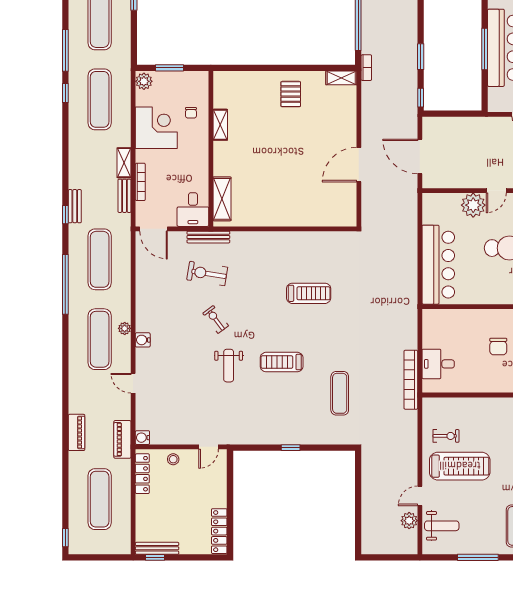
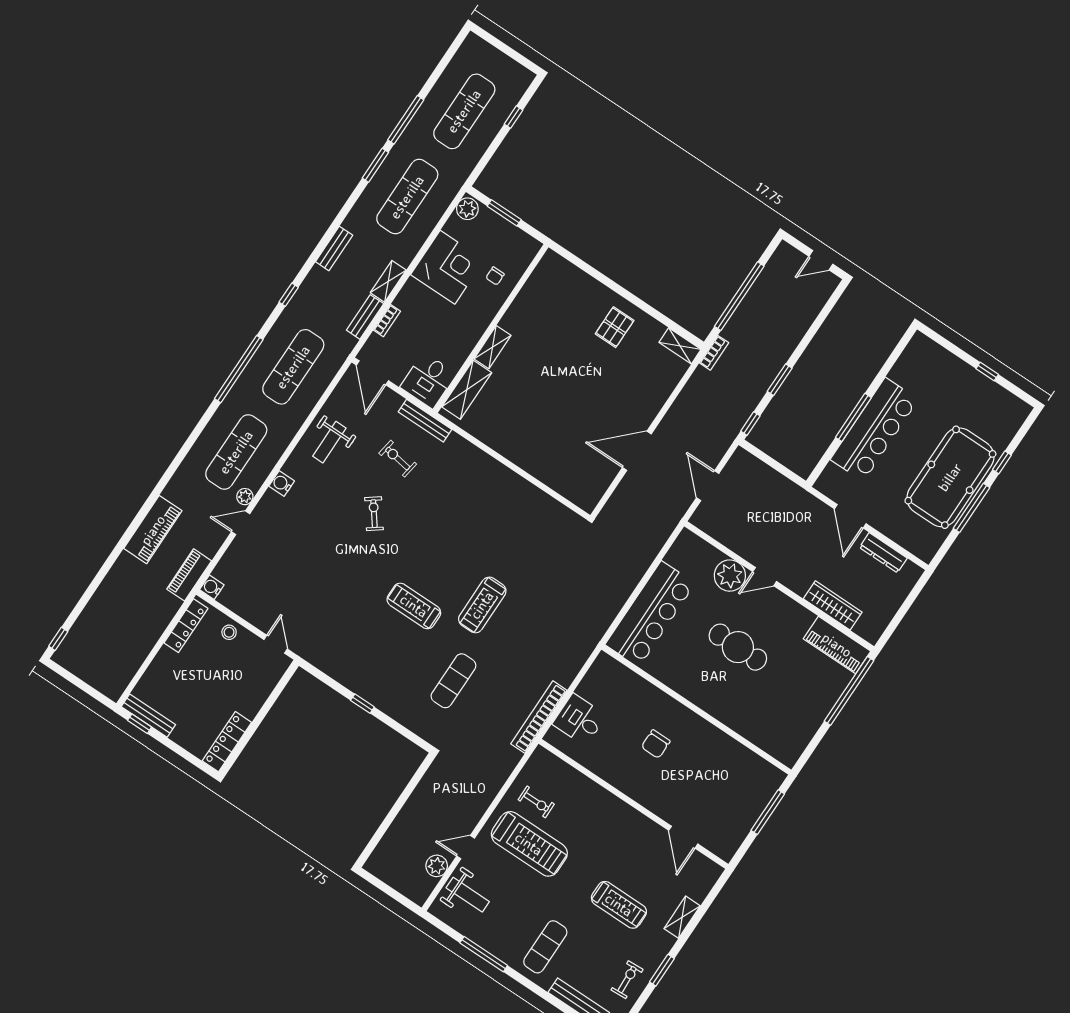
window: (65, 93) -> (375, 165), width x1.50
shelving: (220, 125) -> (493, 347), moved
door: (420, 156) -> (708, 486), width x0.73
bookcase: (140, 182) -> (387, 321), width x0.64
bench: (75, 206) -> (334, 248), moved
exercise bike: (207, 273) -> (398, 459), width x0.73, depth x0.72
treadmill: (309, 293) -> (482, 605), moved, turned 90
plant: (125, 328) -> (245, 497), moved
weight bench: (229, 366) -> (329, 442), moved
door: (133, 383) -> (241, 523), hinge flipped
piano: (77, 432) -> (153, 530), width x1.37, depth x1.33
door: (209, 447) -> (276, 644), swing flipped
exercise mat: (100, 499) -> (122, 622), removed

